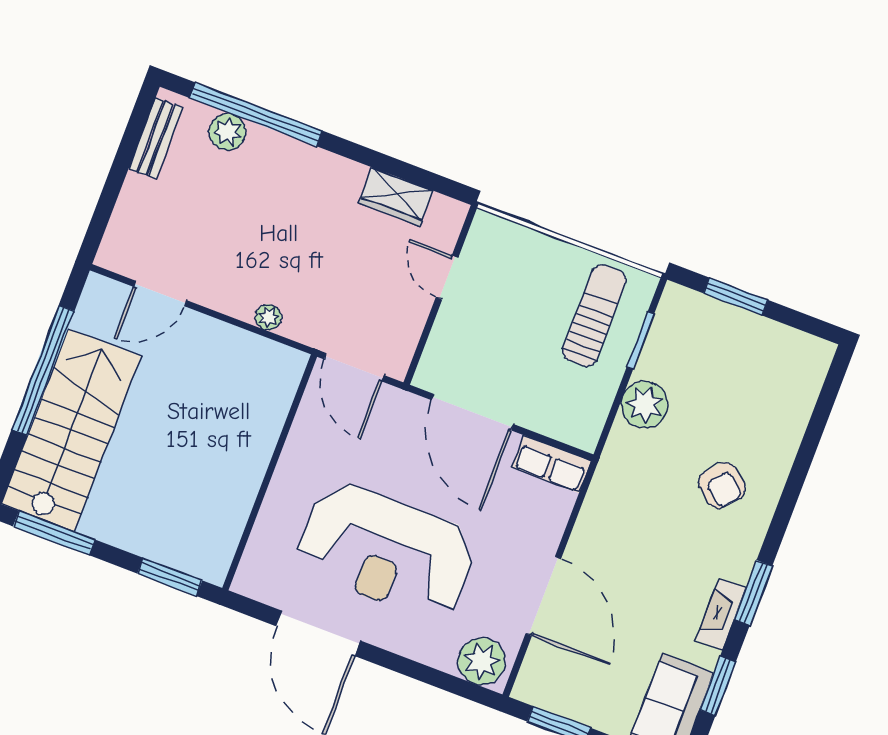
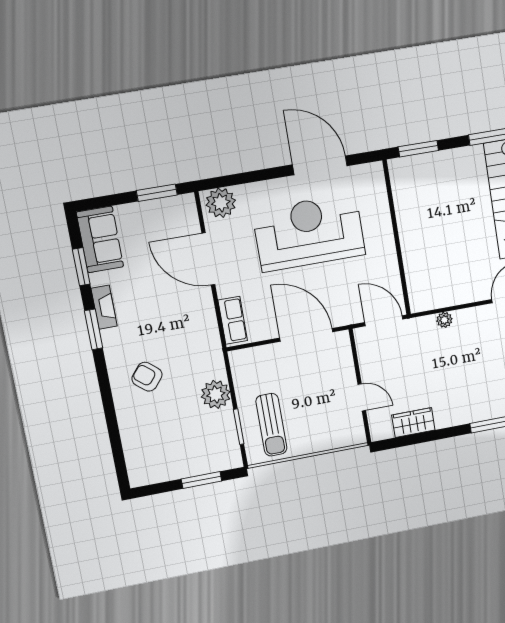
row of seats: (551, 464) -> (233, 320), moved, turned 90

